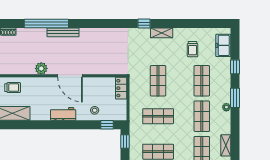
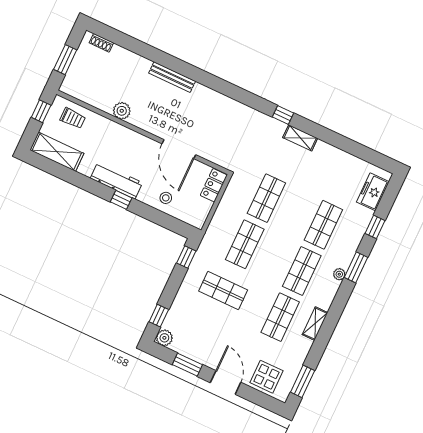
window: (46, 24) -> (156, 55), removed
trolley: (193, 49) -> (331, 178), removed
door: (70, 76) -> (179, 149), moved
workbench: (63, 114) -> (116, 180), width x1.37
shop shelf: (158, 116) -> (245, 244), turned 90
window: (107, 125) -> (121, 200), moved

